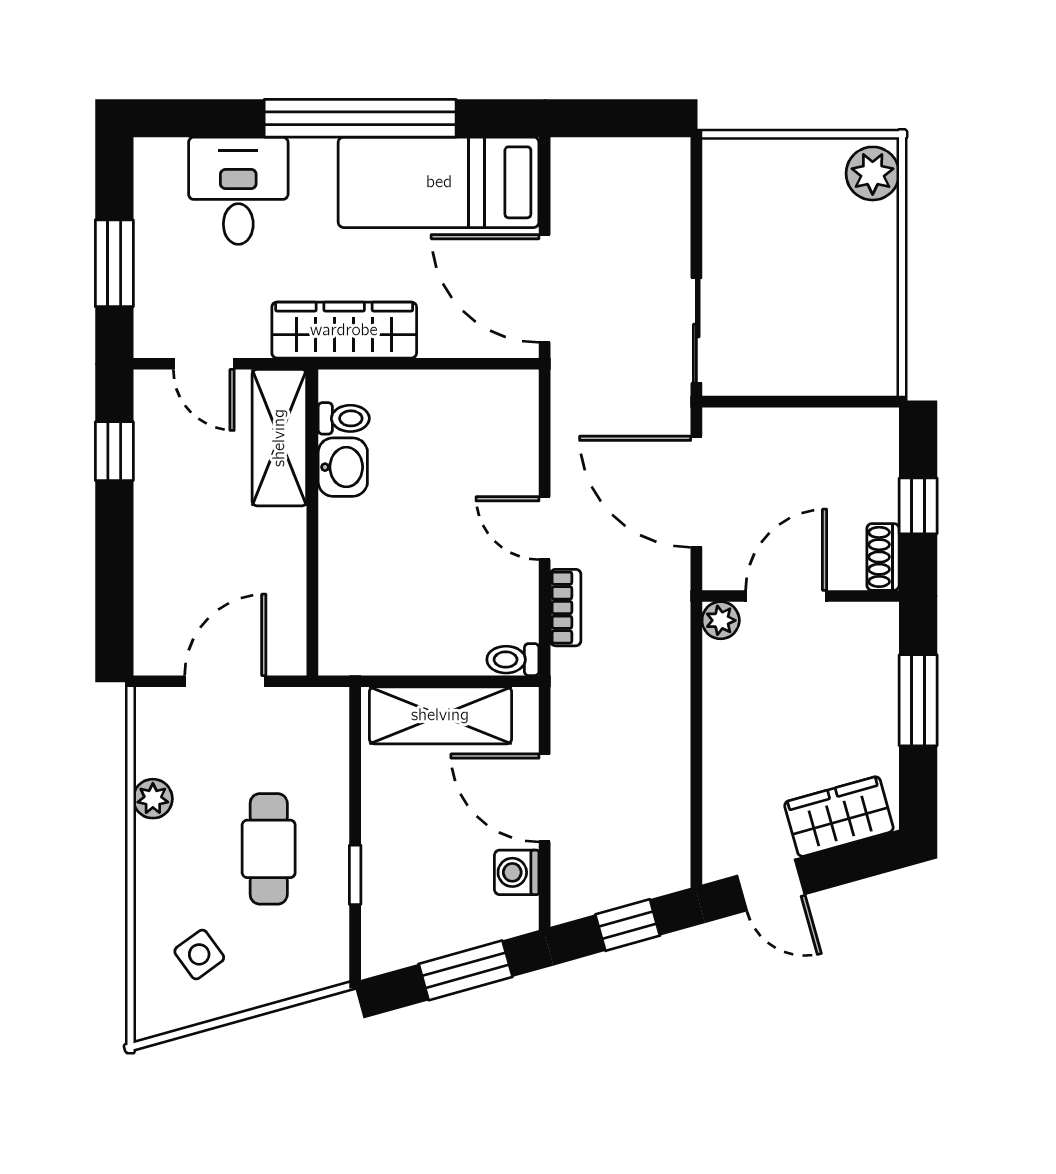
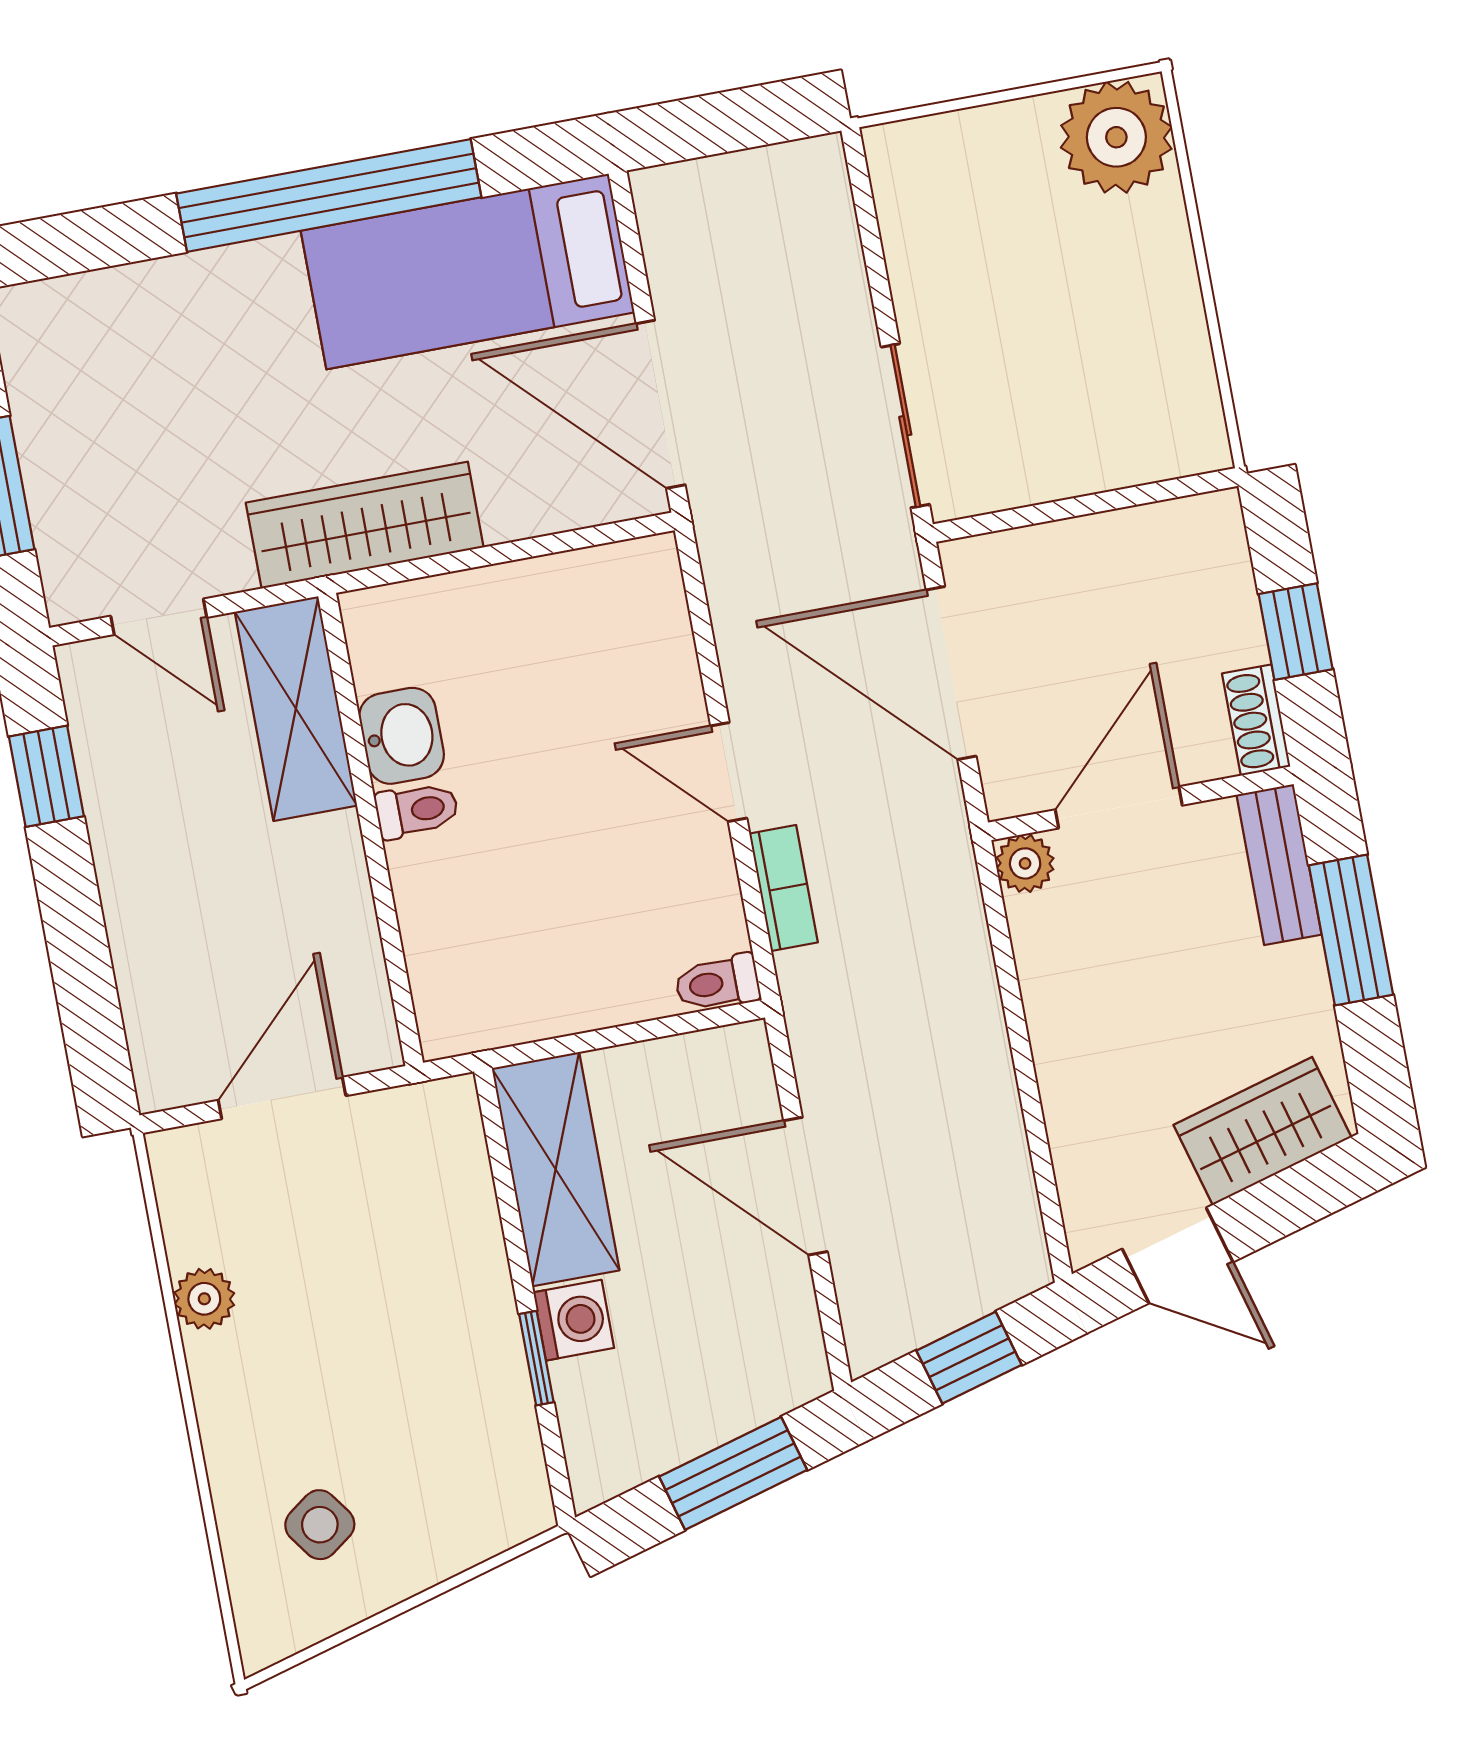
plant: (873, 173) -> (1116, 137), width x1.36, depth x1.36
desk: (238, 191) -> (163, 341), removed
toilet: (344, 418) -> (417, 810), moved
bench: (880, 651) -> (1279, 865), added
shelving: (440, 715) -> (556, 1169), moved, turned 90
cafe table: (269, 849) -> (396, 1343), removed
washing machine: (517, 872) -> (574, 1320), moved, turned 180

